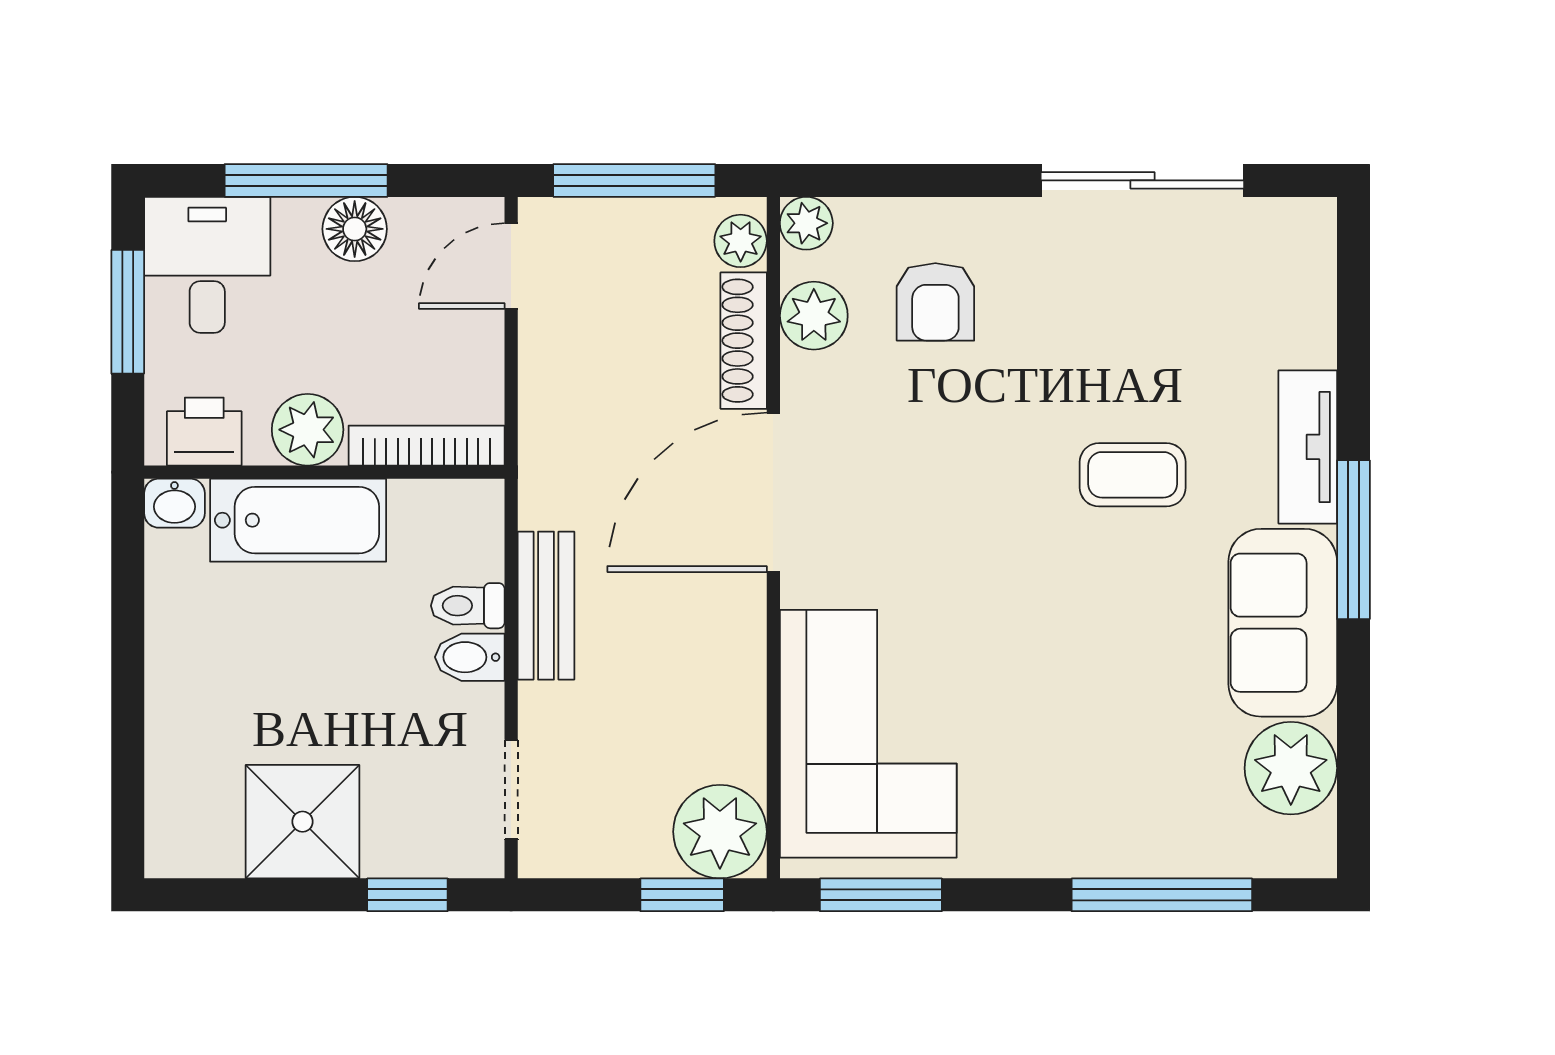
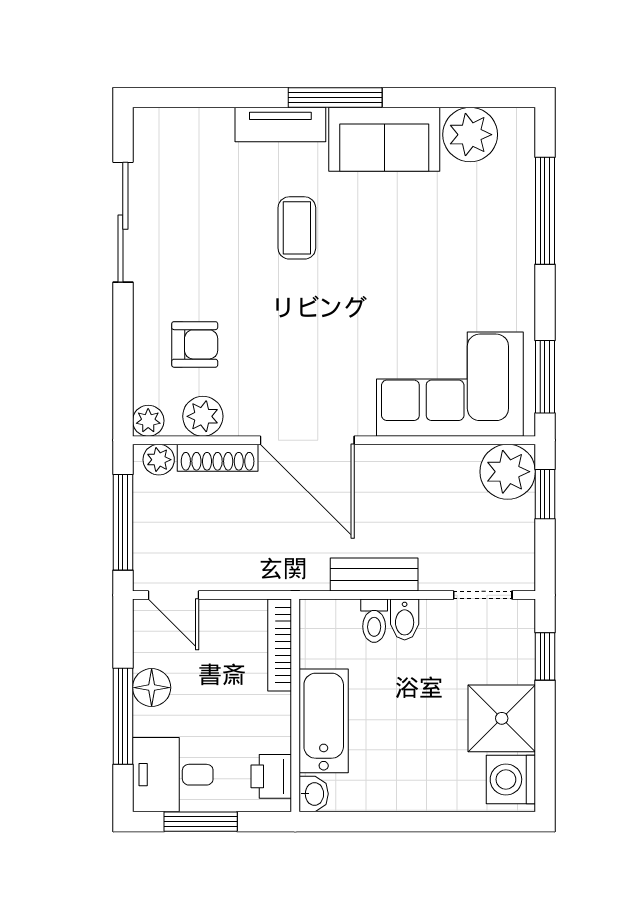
plant: (308, 430) -> (270, 715), removed
washing machine: (199, 837) -> (511, 779), added

